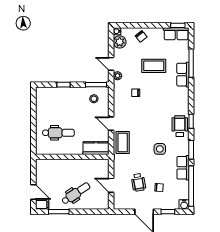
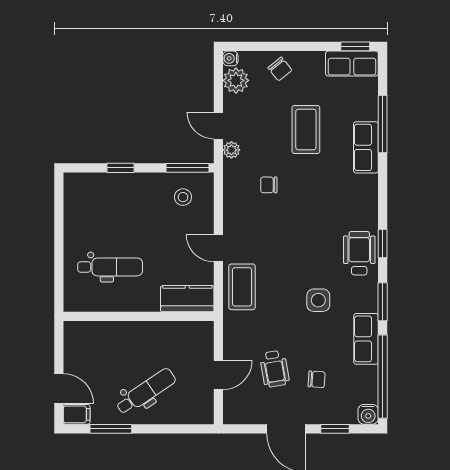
coffee table: (154, 66) -> (306, 129), turned 90
door: (111, 185) -> (218, 375), swing flipped

